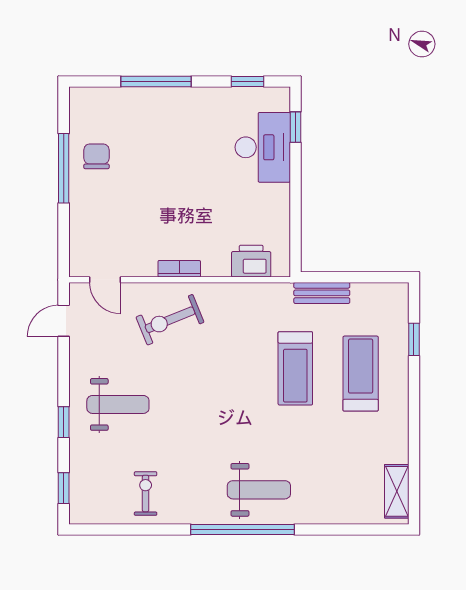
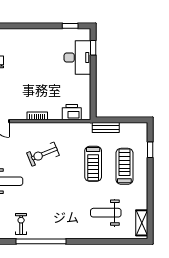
window: (156, 81) -> (26, 26), removed
exercise bike: (170, 320) -> (43, 154), moved
weight bench: (259, 490) -> (106, 213), moved, turned 180
window: (243, 530) -> (41, 241), moved

